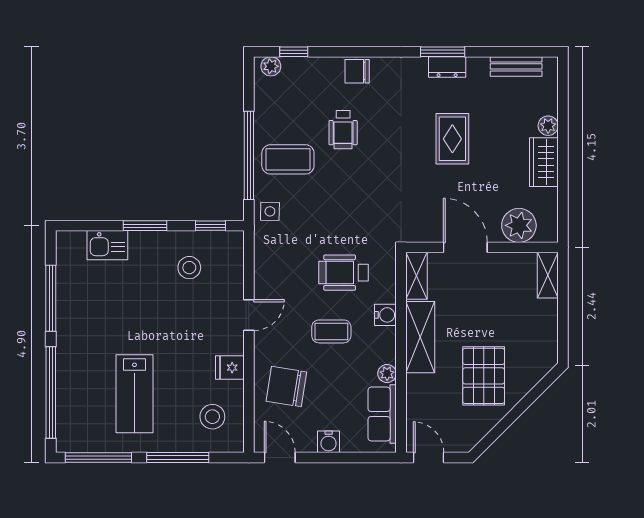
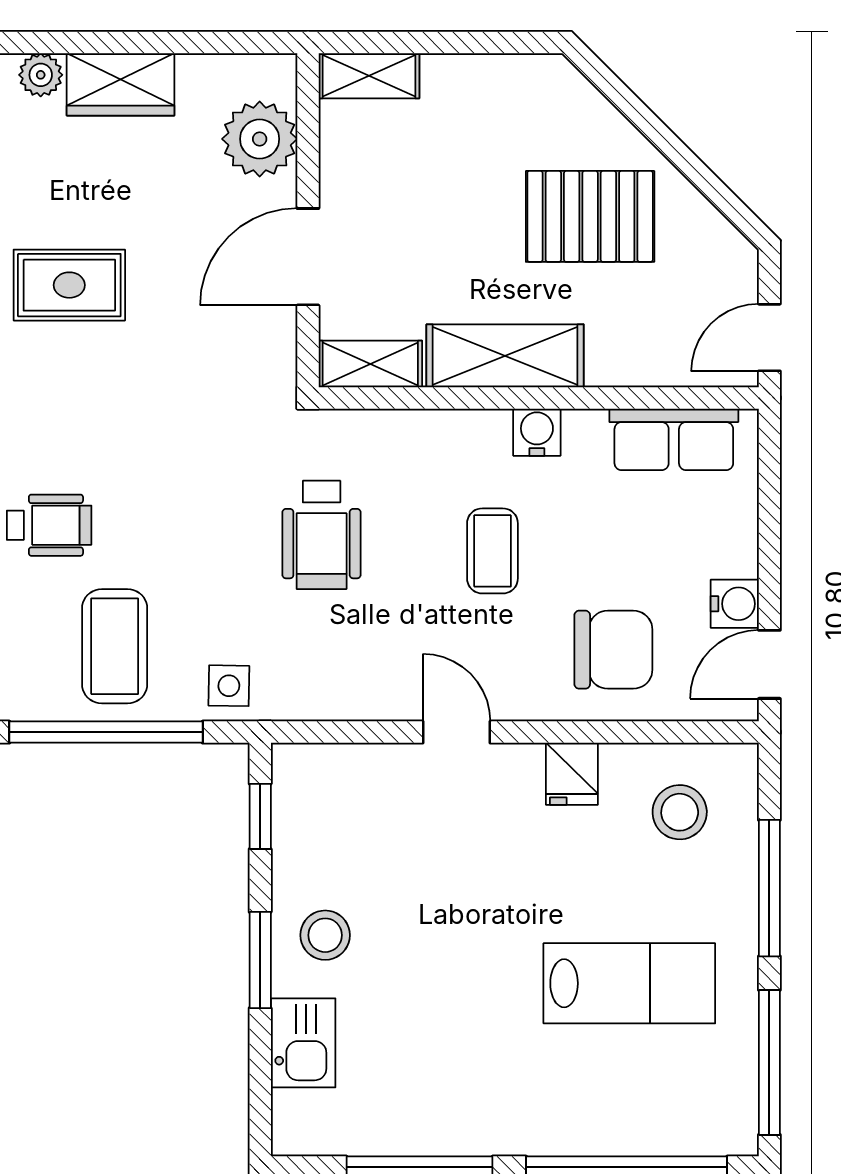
stool: (189, 268) -> (325, 935), moved
wheelchair: (344, 273) -> (322, 535), moved
water cooler: (385, 315) -> (537, 432), moved
plant: (387, 374) -> (585, 429), removed
chair: (286, 387) -> (613, 650), turned -99
water cooler: (329, 442) -> (735, 604), moved

